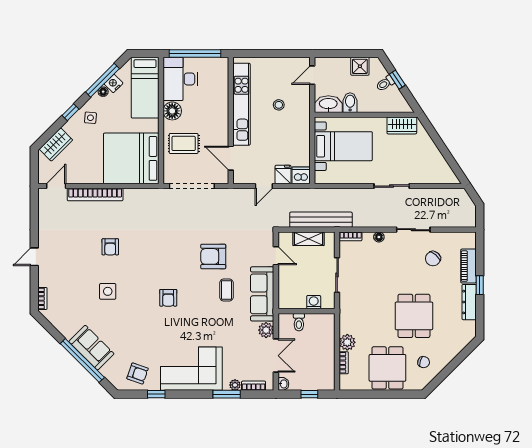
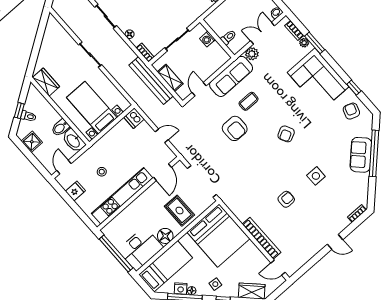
door: (312, 75) -> (64, 167), swing flipped
fridge: (283, 175) -> (75, 191), moved, turned 180
armchair: (168, 298) -> (286, 134), turned 153

